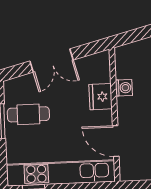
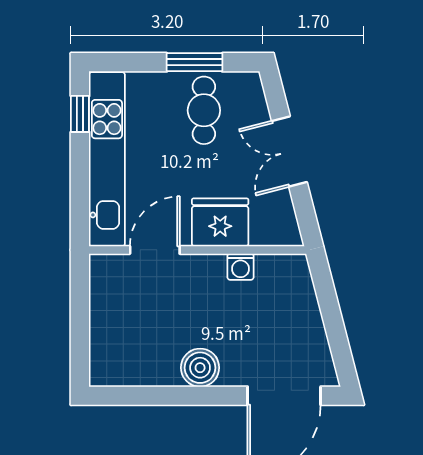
fridge: (101, 97) -> (220, 222), width x1.36, depth x1.34

